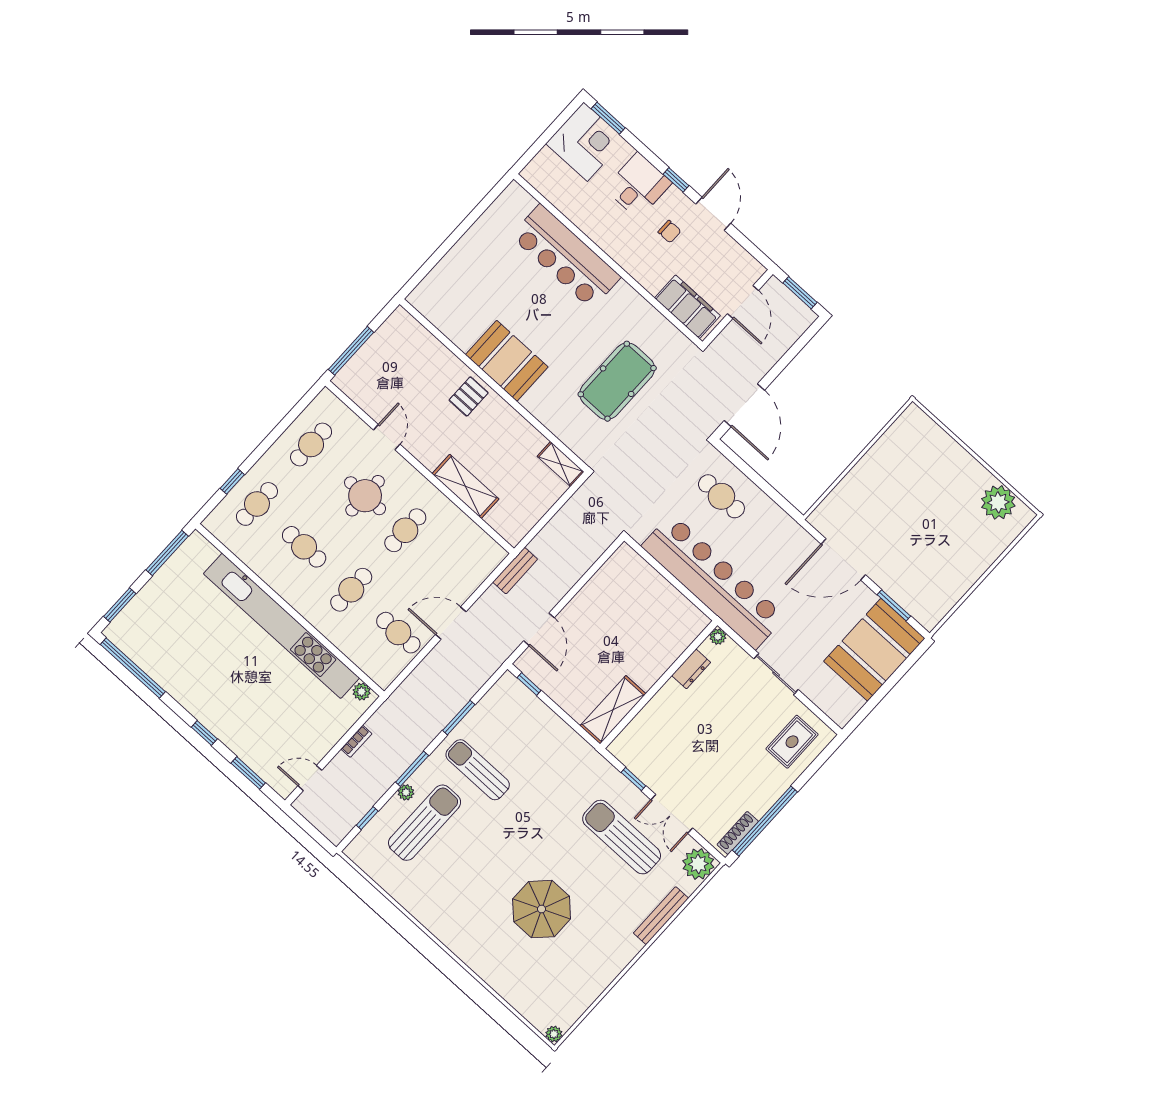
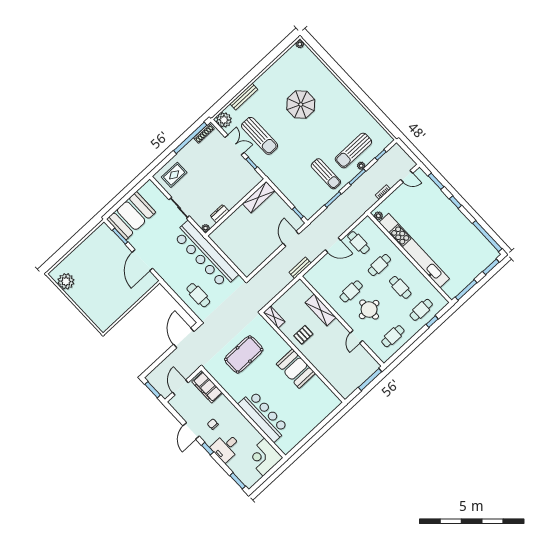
corner desk: (586, 142) -> (264, 457), moved
pallet: (469, 396) -> (303, 335), moved
door: (843, 559) -> (142, 260), swing flipped

